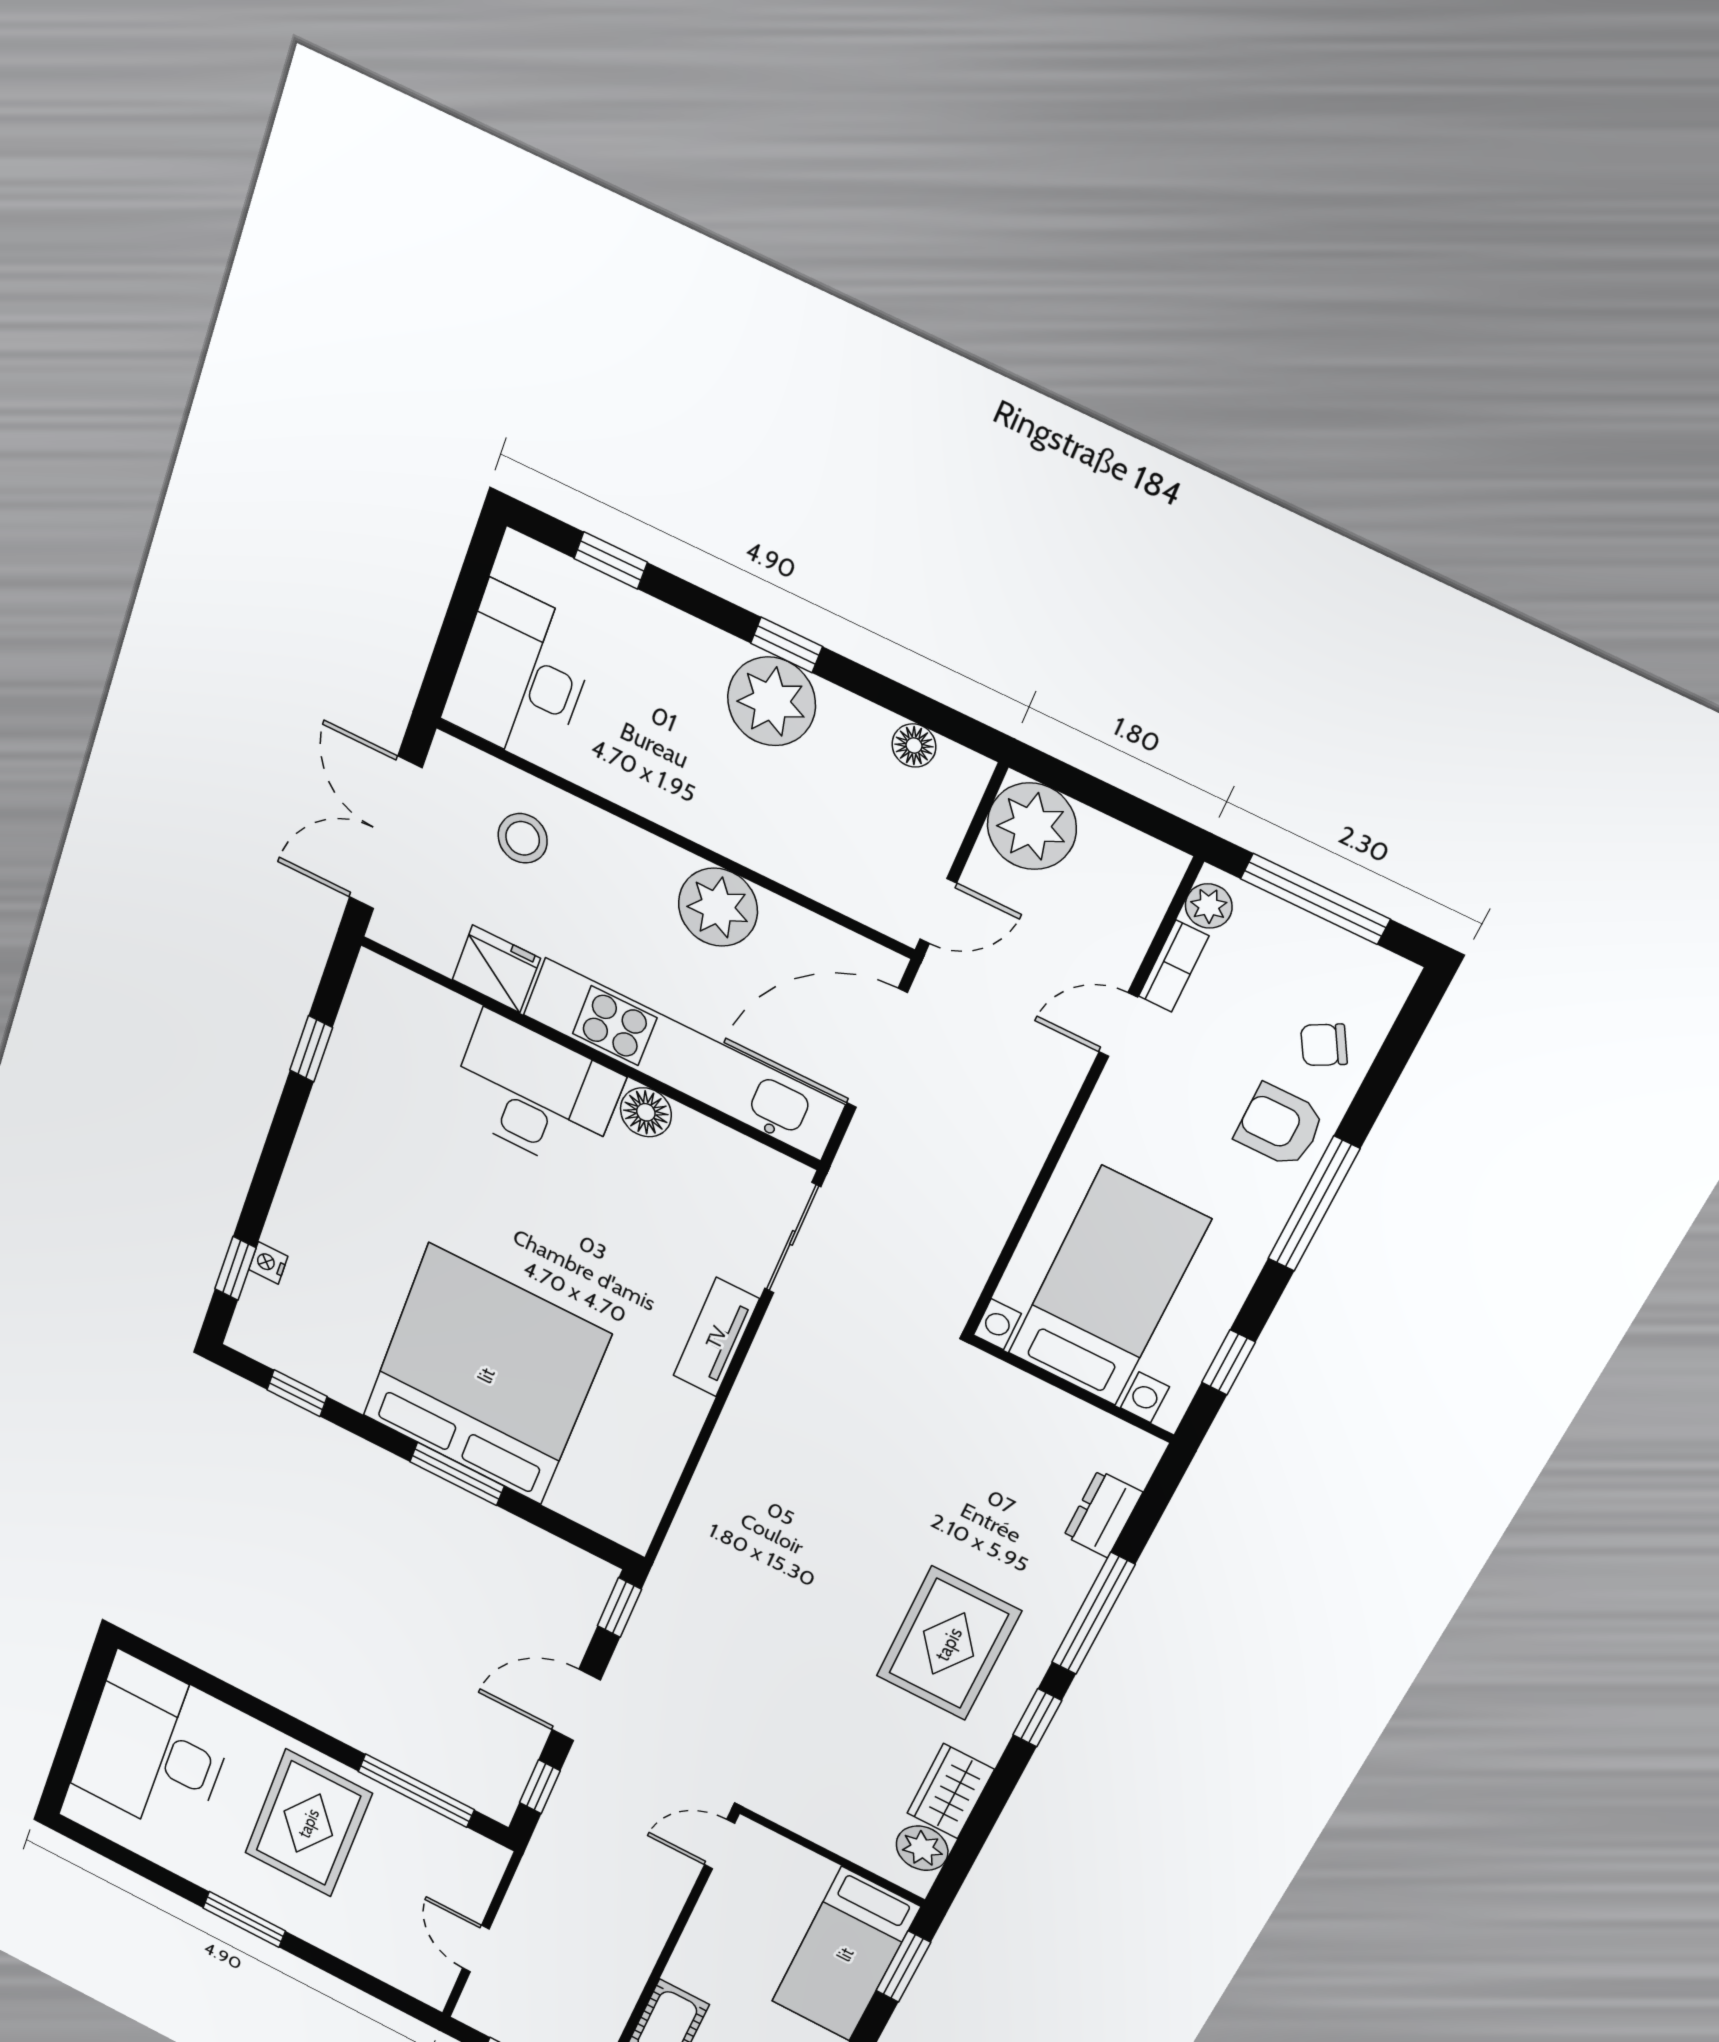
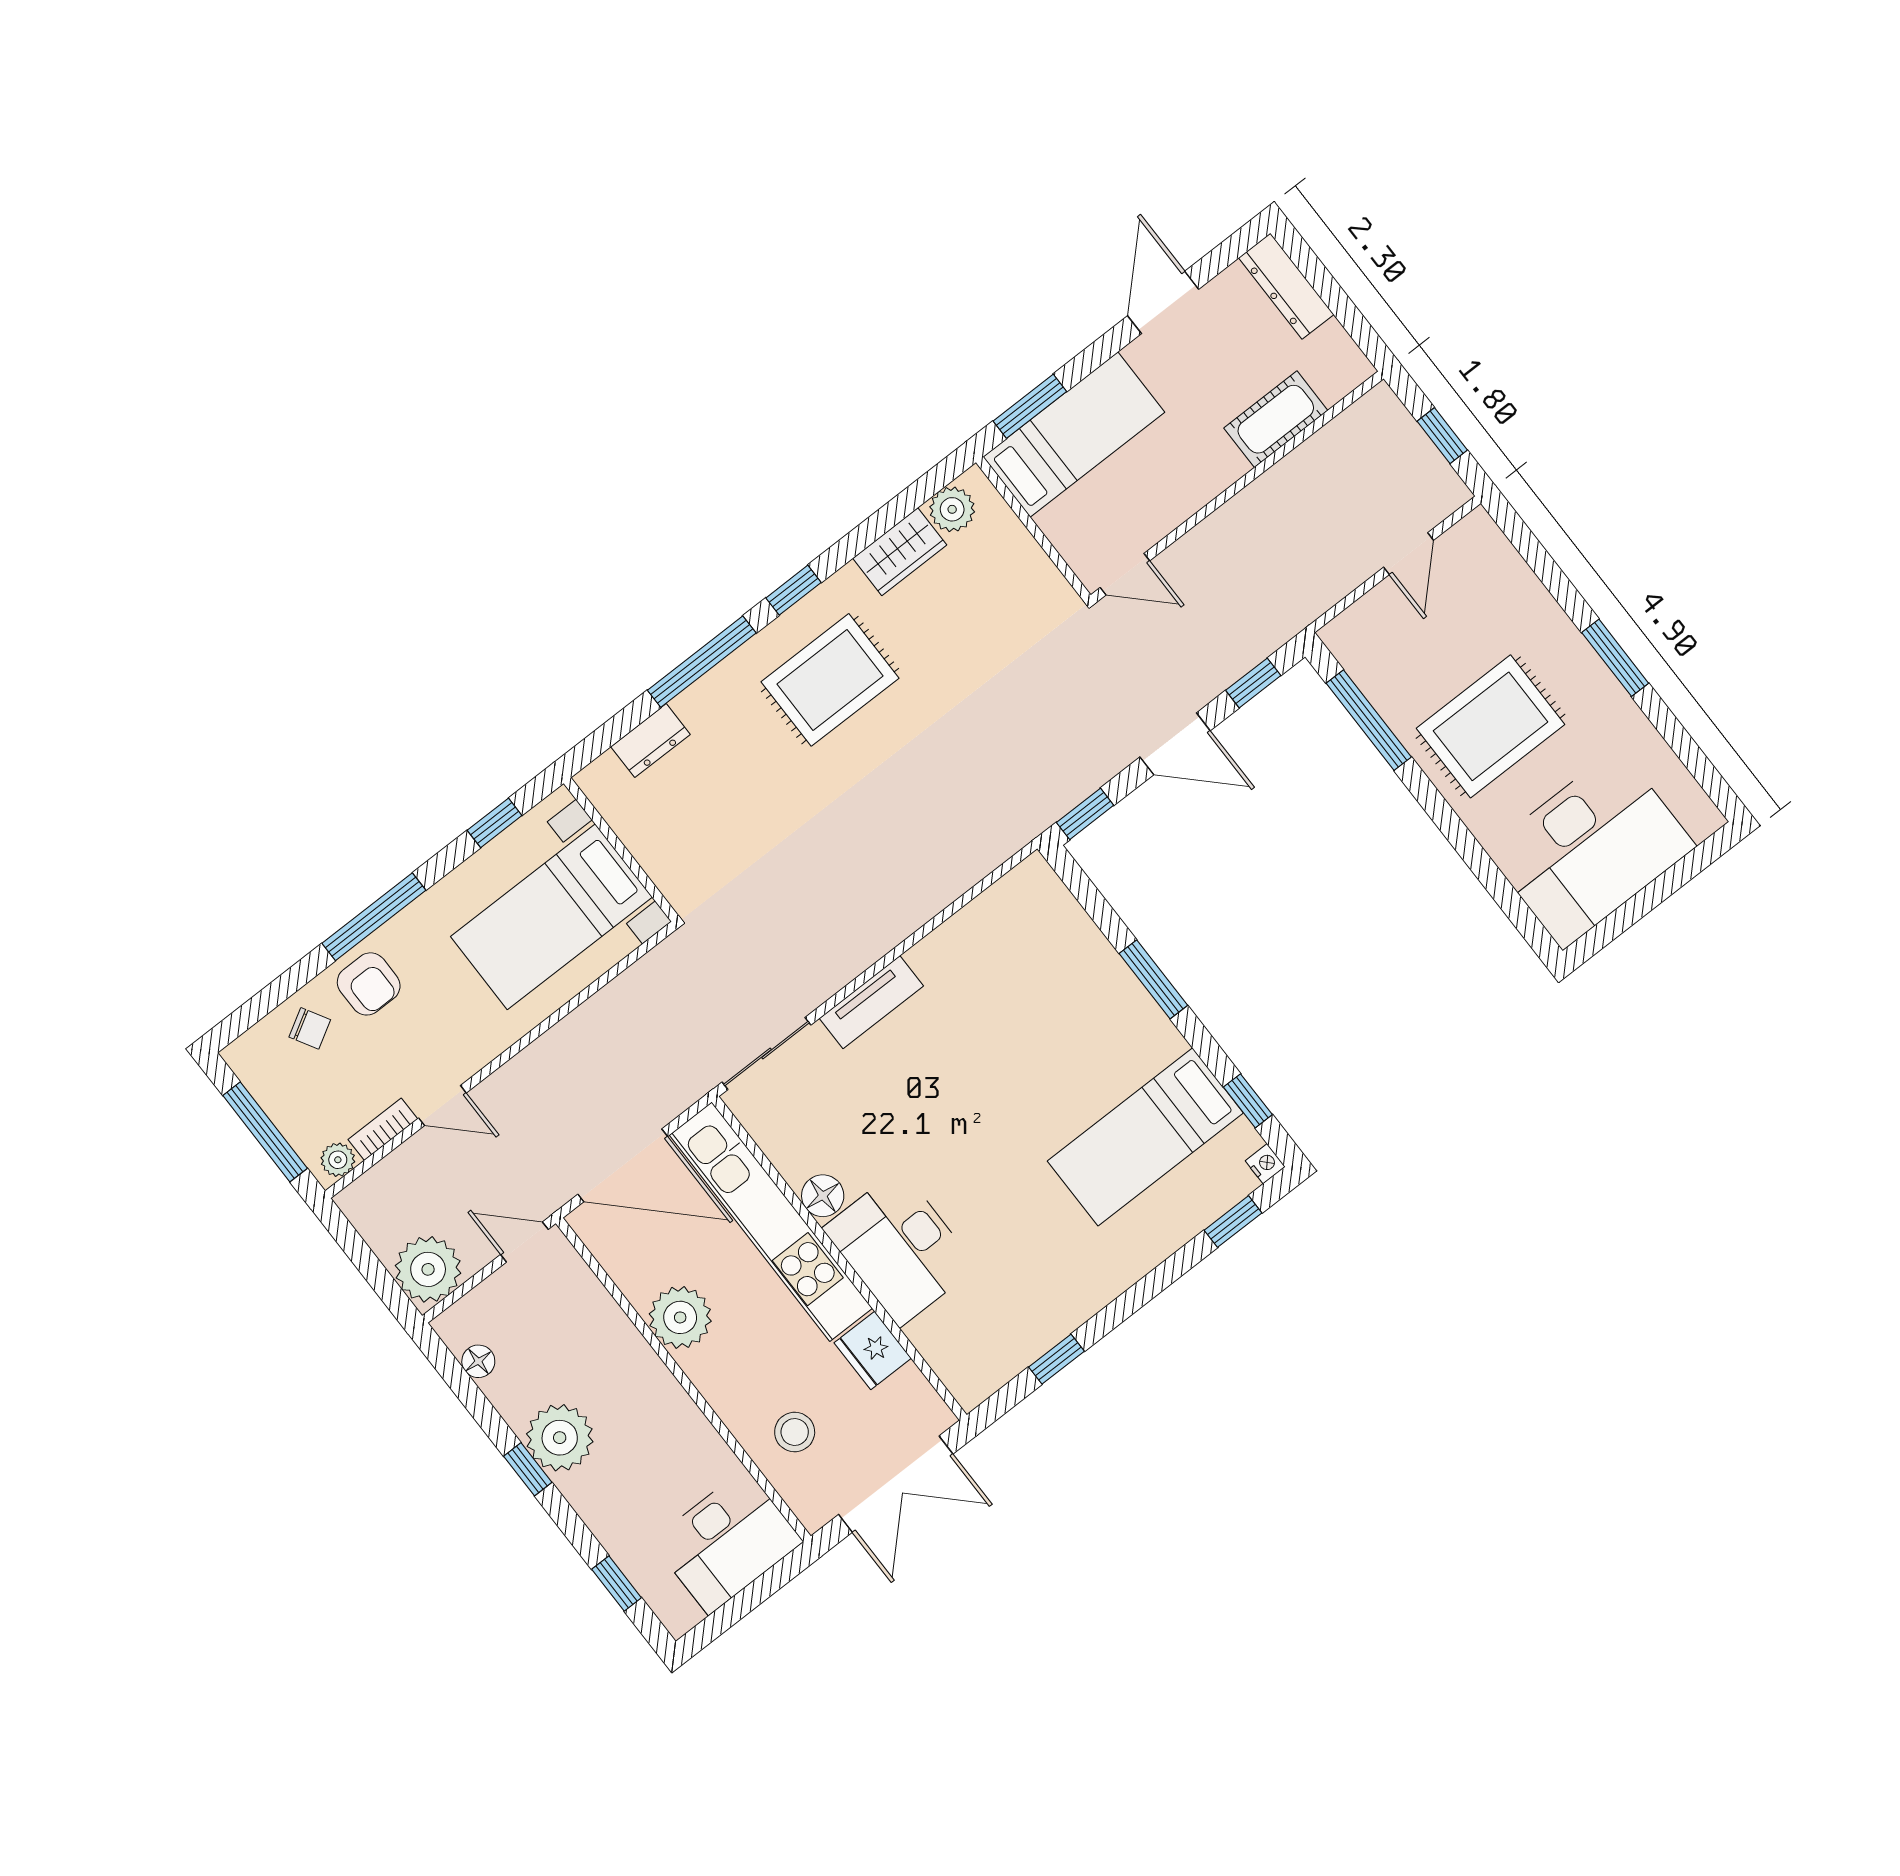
nightstand: (268, 1263) -> (1265, 1164), moved, turned -90
bed: (486, 1375) -> (1145, 1137), moved, width x0.49

